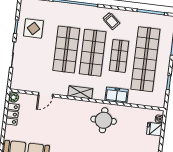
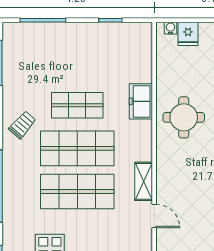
shop shelf: (145, 59) -> (77, 62), removed
shelving: (80, 92) -> (144, 181), moved

